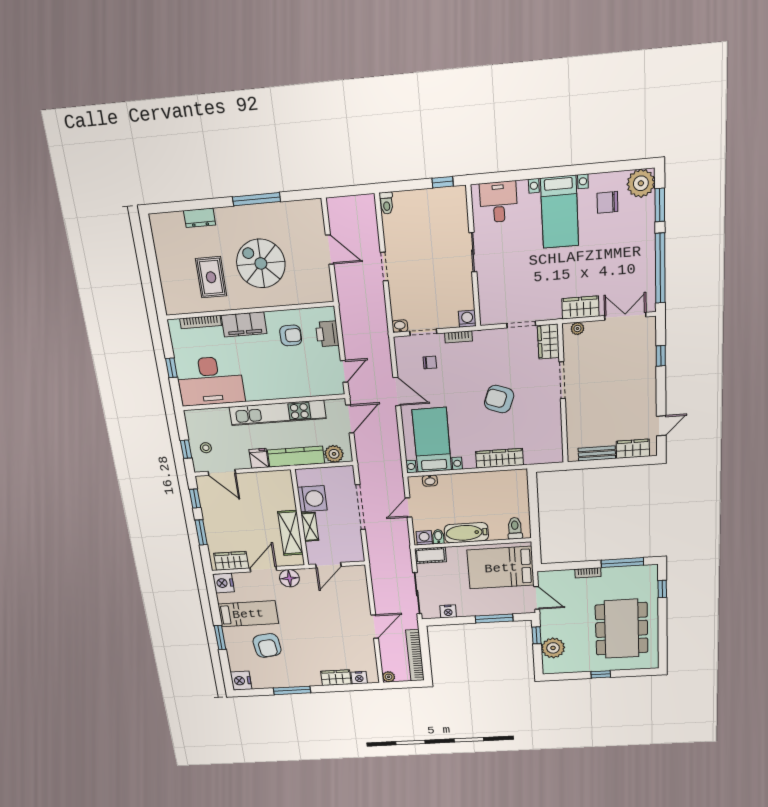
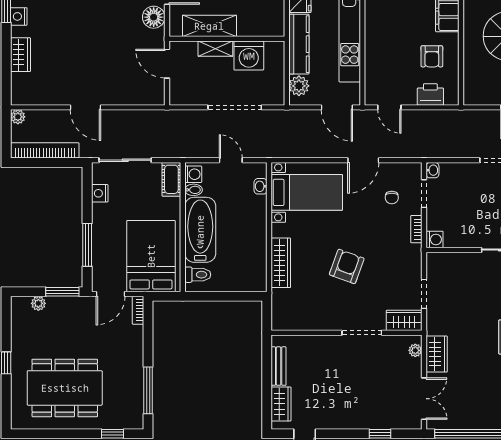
bathtub: (466, 533) -> (200, 230), width x1.36, depth x1.36
bookcase: (588, 573) -> (138, 310), moved
window: (537, 635) -> (62, 292), width x1.50
plant: (553, 648) -> (38, 303), width x0.53, depth x0.53
nightstand: (359, 678) -> (19, 16), moved

